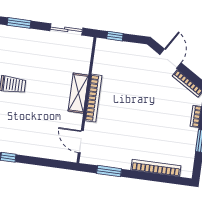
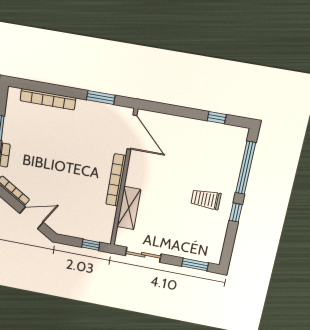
door: (171, 59) -> (32, 218), swing flipped
shelving: (78, 93) -> (129, 208), moved
door: (81, 142) -> (132, 132), width x1.36

